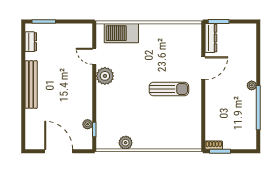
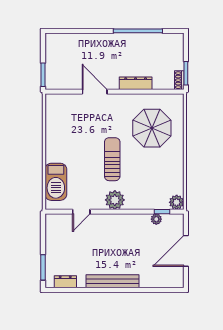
dresser: (211, 38) -> (136, 83), moved
plant: (105, 76) -> (115, 200), moved
plant: (252, 85) -> (113, 38), removed
sun lounger: (169, 89) -> (112, 159), moved
parasol: (170, 120) -> (152, 128), added
plant: (126, 143) -> (177, 202), moved

